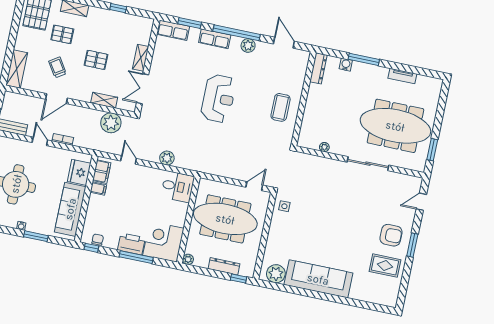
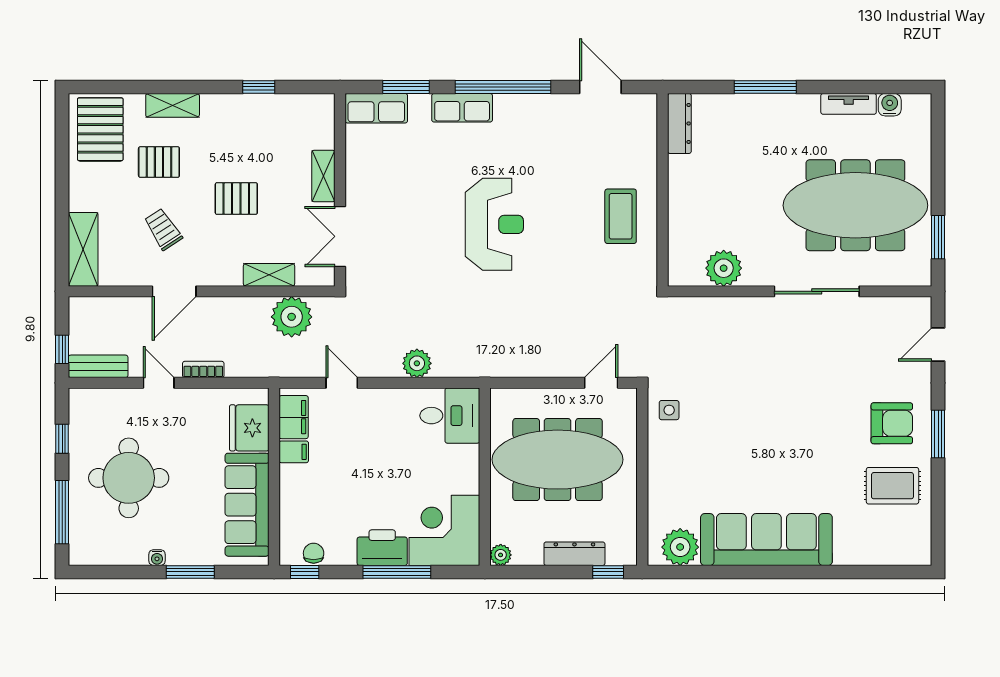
plant: (248, 46) -> (531, 107), removed
water cooler: (346, 65) -> (890, 105), moved
plant: (324, 147) -> (724, 268), width x1.88, depth x1.88

